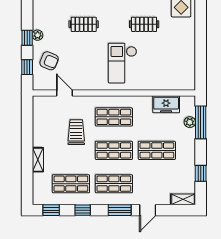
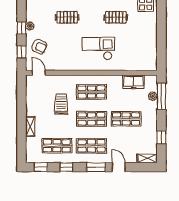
checkout: (122, 63) -> (98, 49), turned 90
door: (65, 93) -> (39, 73), moved
door: (148, 210) -> (119, 167), swing flipped

